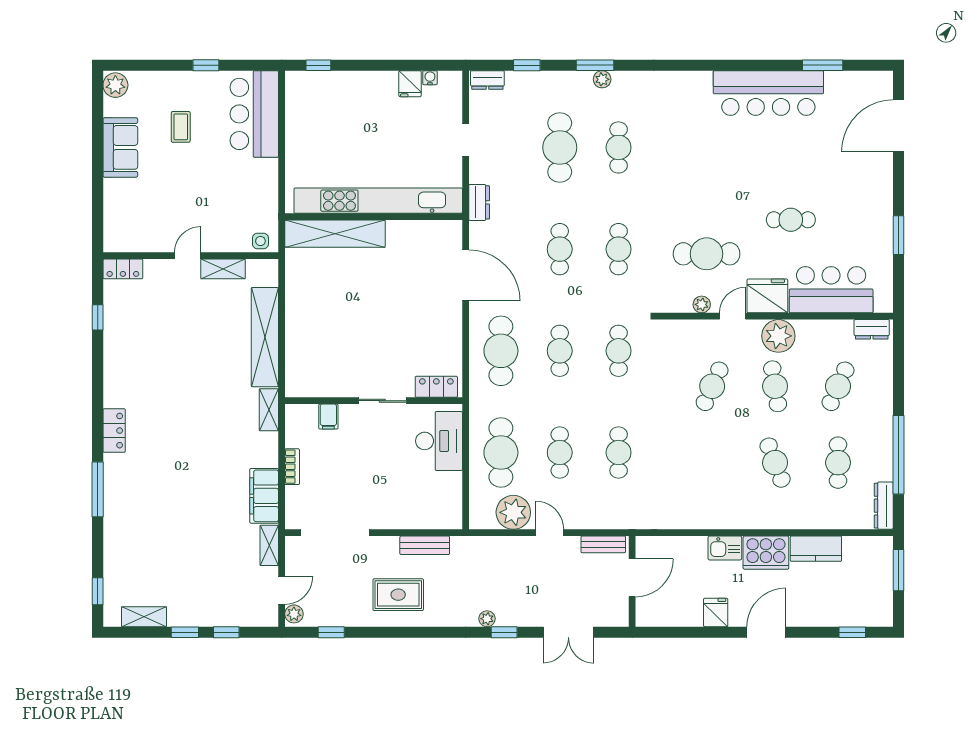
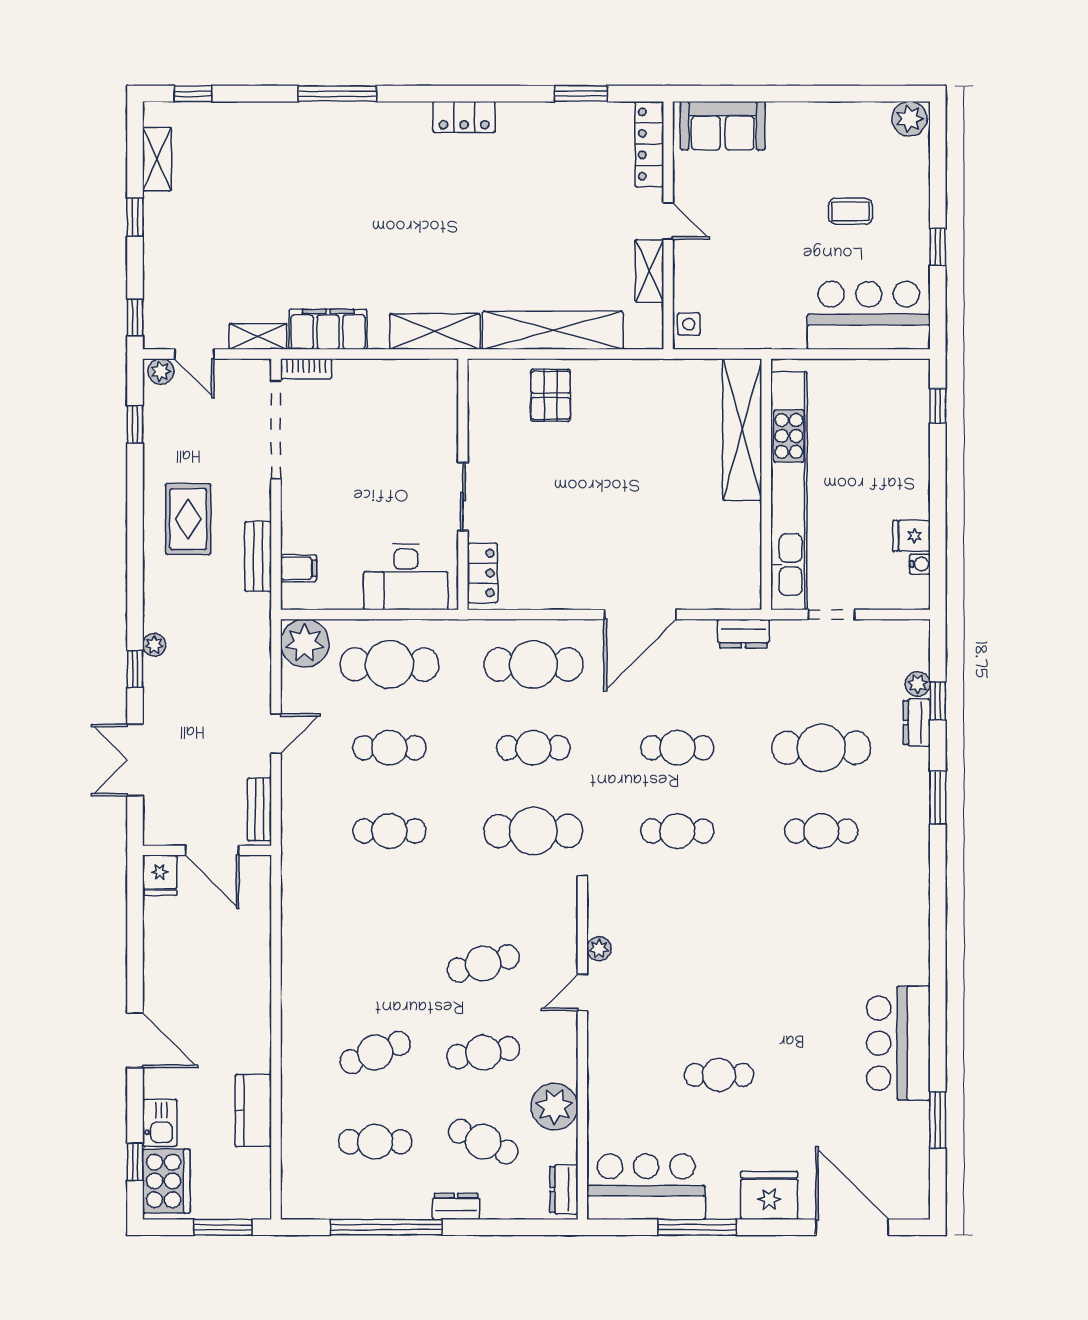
plant: (602, 79) -> (918, 684), moved
dresser: (487, 80) -> (917, 723), moved
bar counter: (768, 93) -> (898, 1043), width x0.73
sofa: (120, 147) -> (723, 126), moved
kitchen unit: (378, 201) -> (789, 491), moved
wall: (374, 217) -> (766, 484), moved
cafe table: (791, 220) -> (719, 1075), turned 90
shelving: (335, 234) -> (742, 430), moved
window: (898, 235) -> (697, 1227), width x1.44
cafe table: (707, 254) -> (671, 956), removed
locker: (123, 269) -> (649, 144), width x1.53
bar counter: (831, 290) -> (646, 1187), moved, turned -90
fridge: (767, 296) -> (769, 1195), moved, turned -90
door: (733, 316) -> (582, 992), swing flipped
window: (98, 317) -> (581, 94), width x1.50
plant: (778, 336) -> (554, 1107), moved
pallet: (311, 339) -> (551, 395), added
cafe table: (619, 351) -> (533, 831), width x1.37, depth x1.35
cafe table: (712, 386) -> (483, 963), turned -39
shelving: (269, 410) -> (435, 331), width x1.50, depth x1.33
filing cabinet: (328, 417) -> (299, 568), moved, turned 180
locker: (114, 431) -> (464, 117), moved
bookcase: (292, 467) -> (306, 369), moved
dresser: (884, 506) -> (456, 1206), moved, width x0.70
plant: (513, 512) -> (305, 643), moved
kitchen sink: (725, 548) -> (160, 1123), moved, turned 180
cooker: (766, 553) -> (166, 1181), moved, turned 180
fridge: (716, 612) -> (160, 875), moved, turned 90
window: (226, 632) -> (135, 318), moved

